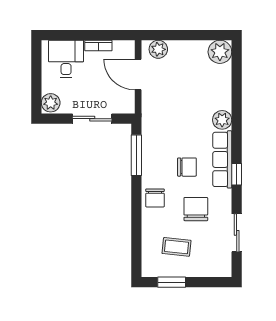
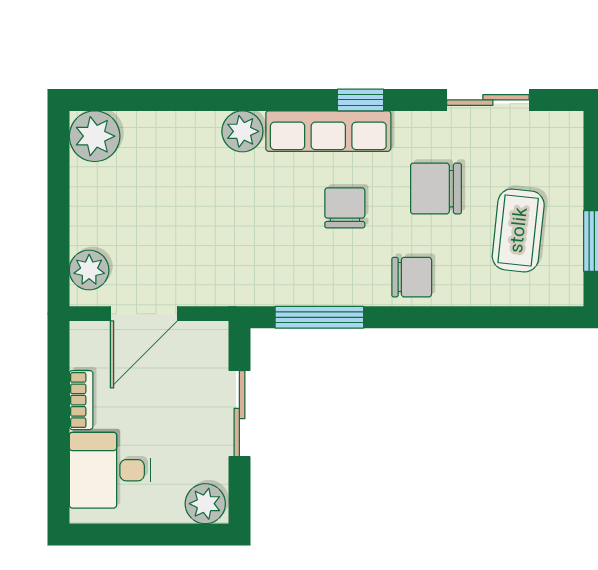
coffee table: (176, 247) -> (518, 230), width x1.36, depth x1.30

